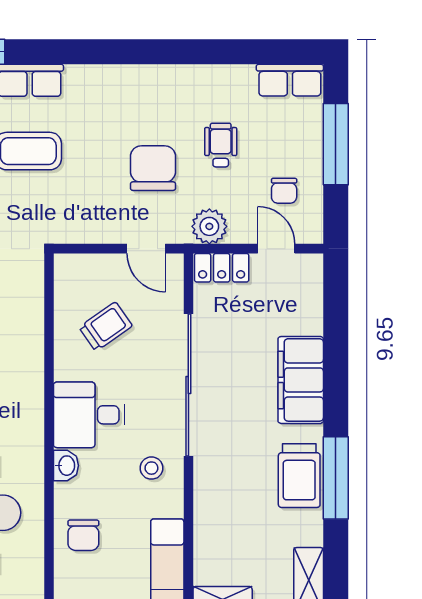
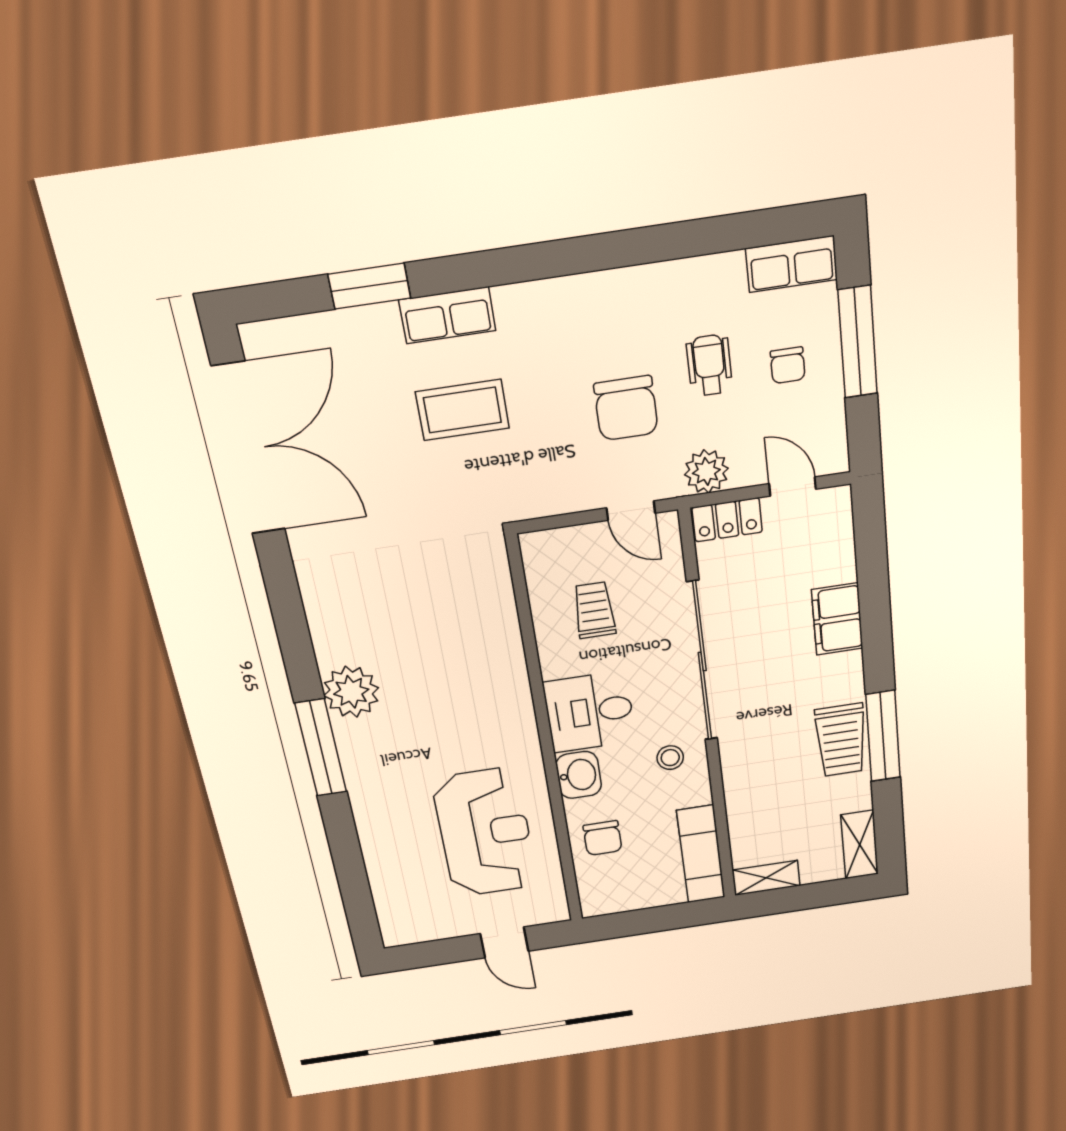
chair: (153, 168) -> (626, 408), turned 180
chair: (284, 191) -> (788, 365), moved
trolley: (106, 327) -> (594, 610), turned -55
filing cabinet: (301, 380) -> (837, 619), width x0.67, depth x0.86
washbasin: (66, 466) -> (579, 775), width x1.38, depth x1.45

